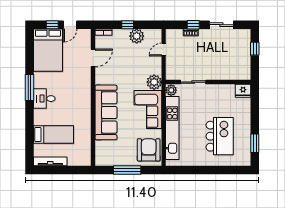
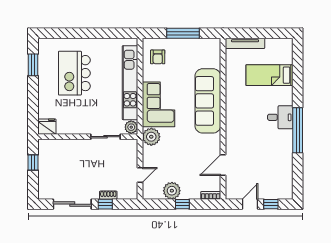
sliding door: (221, 25) -> (72, 204), width x1.37
window: (255, 49) -> (33, 163), moved
bed: (48, 50) -> (276, 174), removed
window: (30, 87) -> (298, 130), width x1.46
armchair: (149, 150) -> (158, 57), width x0.53, depth x0.53
tv unit: (50, 161) -> (245, 43), moved

